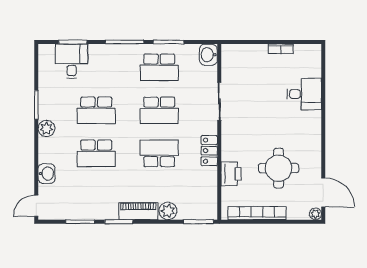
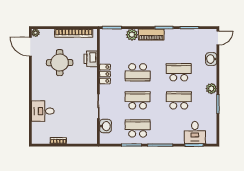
washbasin: (208, 55) -> (105, 126), moved

